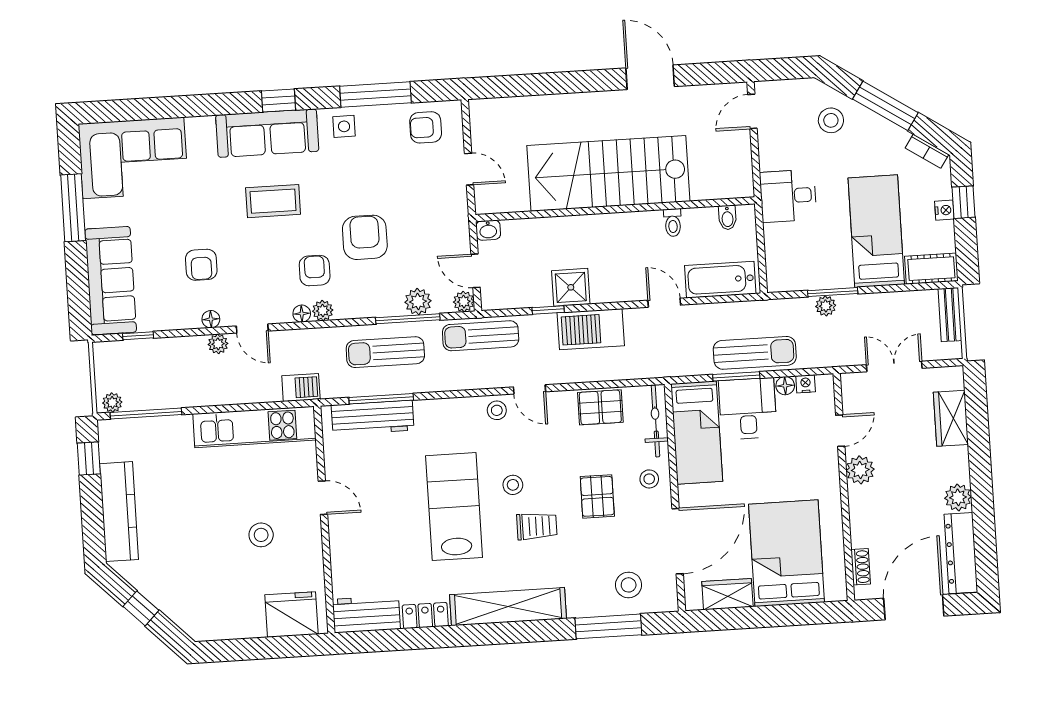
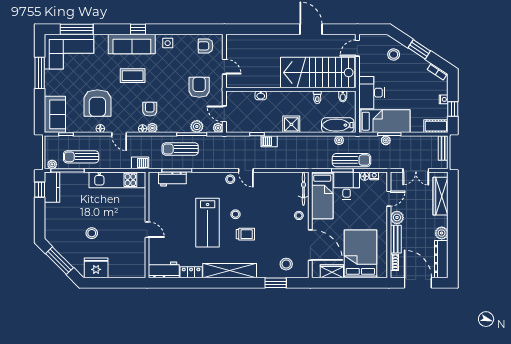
window: (376, 94) -> (77, 29), moved
window: (885, 106) -> (419, 49), width x0.69
stairs: (608, 173) -> (318, 73), moved
desk: (788, 196) -> (372, 93), width x1.37
window: (964, 202) -> (453, 109), moved
washbasin: (488, 230) -> (261, 95), moved
bed: (876, 231) -> (384, 121), moved, turned 90
armchair: (365, 237) -> (199, 87), moved
armchair: (201, 265) -> (97, 103), width x1.88, depth x1.88
sofa: (111, 281) -> (55, 114), width x0.73
shower: (571, 287) -> (291, 124), moved
door: (664, 303) -> (311, 134), removed
barbecue: (591, 329) -> (269, 141), width x0.53, depth x0.65
sun lounger: (481, 336) -> (81, 157), moved
plant: (218, 344) -> (339, 140), moved
double door: (894, 366) -> (416, 170), swing flipped
pallet: (600, 407) -> (278, 181), removed
workbench: (373, 418) -> (172, 179), width x0.73
wardrobe: (951, 418) -> (441, 196), width x1.50
pallet: (597, 496) -> (274, 222), removed
door: (323, 498) -> (147, 230), moved
lab bench: (454, 507) -> (208, 223), turned 180
kitchen counter: (119, 512) -> (52, 187), moved, width x0.67
bench: (860, 517) -> (396, 239), added
stool: (261, 535) -> (92, 233), moved
door: (678, 541) -> (310, 245), hinge flipped
door: (914, 607) -> (418, 283), hinge flipped
window: (141, 608) -> (59, 261), width x2.17
fridge: (291, 614) -> (96, 268), moved
window: (608, 626) -> (276, 283), width x0.69

